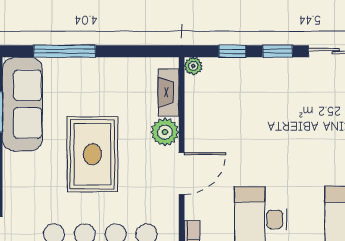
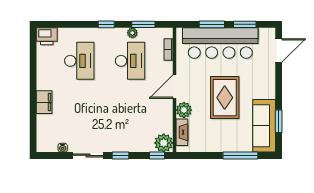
window: (232, 51) -> (157, 155), moved
plant: (193, 66) -> (164, 143), width x1.88, depth x1.88

